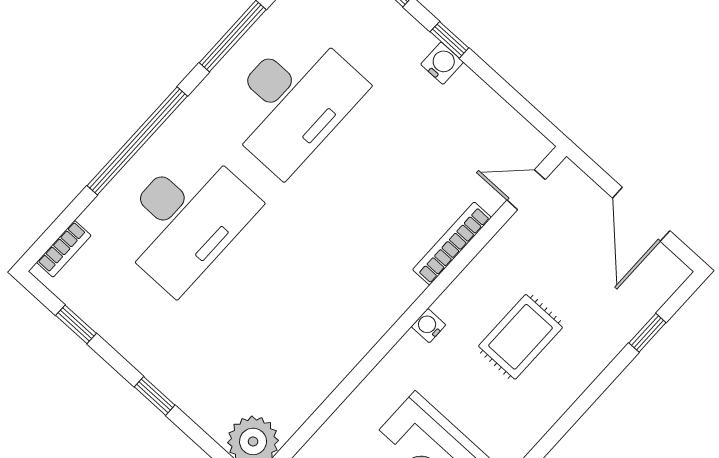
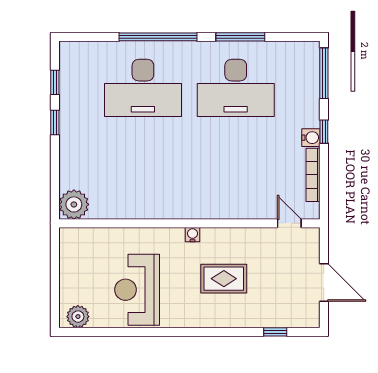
door: (641, 214) -> (324, 283), swing flipped
bookcase: (452, 243) -> (313, 175), moved, turned -90
bookcase: (64, 249) -> (83, 47), removed
window: (155, 396) -> (55, 123), moved

